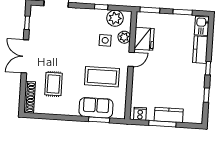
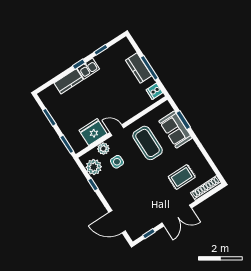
kitchen sink: (202, 26) -> (88, 69), moved

